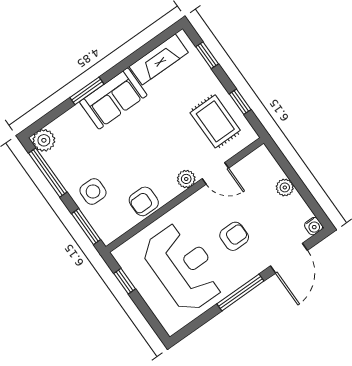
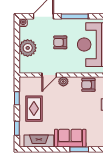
rug: (215, 121) -> (34, 109), moved
door: (215, 173) -> (49, 75), swing flipped
plant: (285, 187) -> (28, 48), width x1.88, depth x1.88
armchair: (144, 201) -> (88, 85), turned 180

